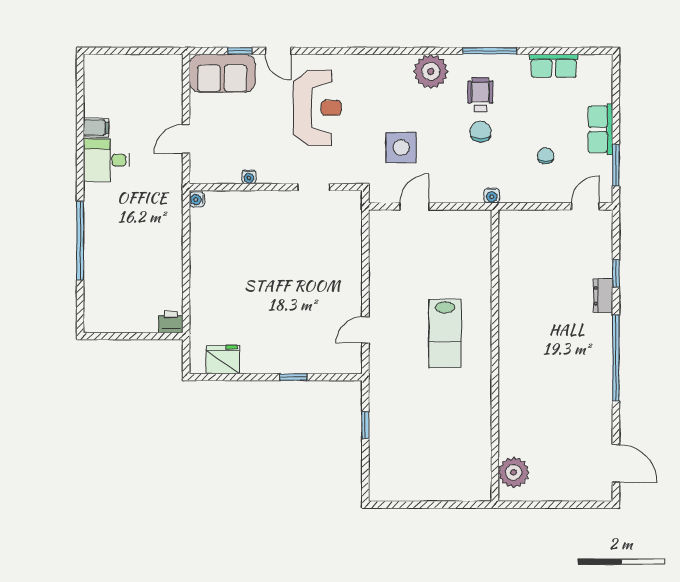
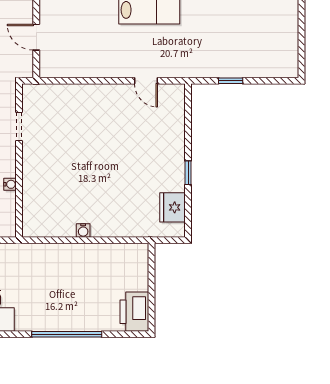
water cooler: (197, 200) -> (83, 231), moved
printer: (171, 322) -> (134, 312), moved, width x1.87, depth x1.48
window: (293, 377) -> (188, 173), moved

